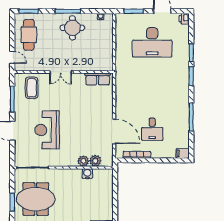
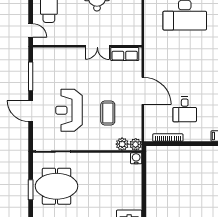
double door: (61, 72) -> (97, 46), moved
coffee table: (32, 88) -> (108, 113), moved
door: (114, 131) -> (143, 91), moved
plant: (83, 161) -> (136, 144), moved
water cooler: (87, 174) -> (136, 158), moved

